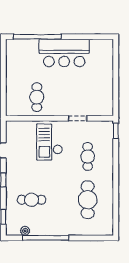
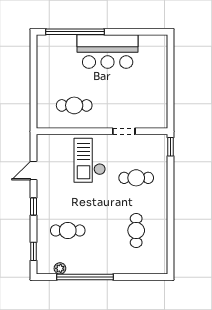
cafe table: (37, 97) -> (74, 105), turned 90
cafe table: (88, 157) -> (136, 178), turned 90
cafe table: (88, 200) -> (136, 230), width x0.73, depth x0.74

